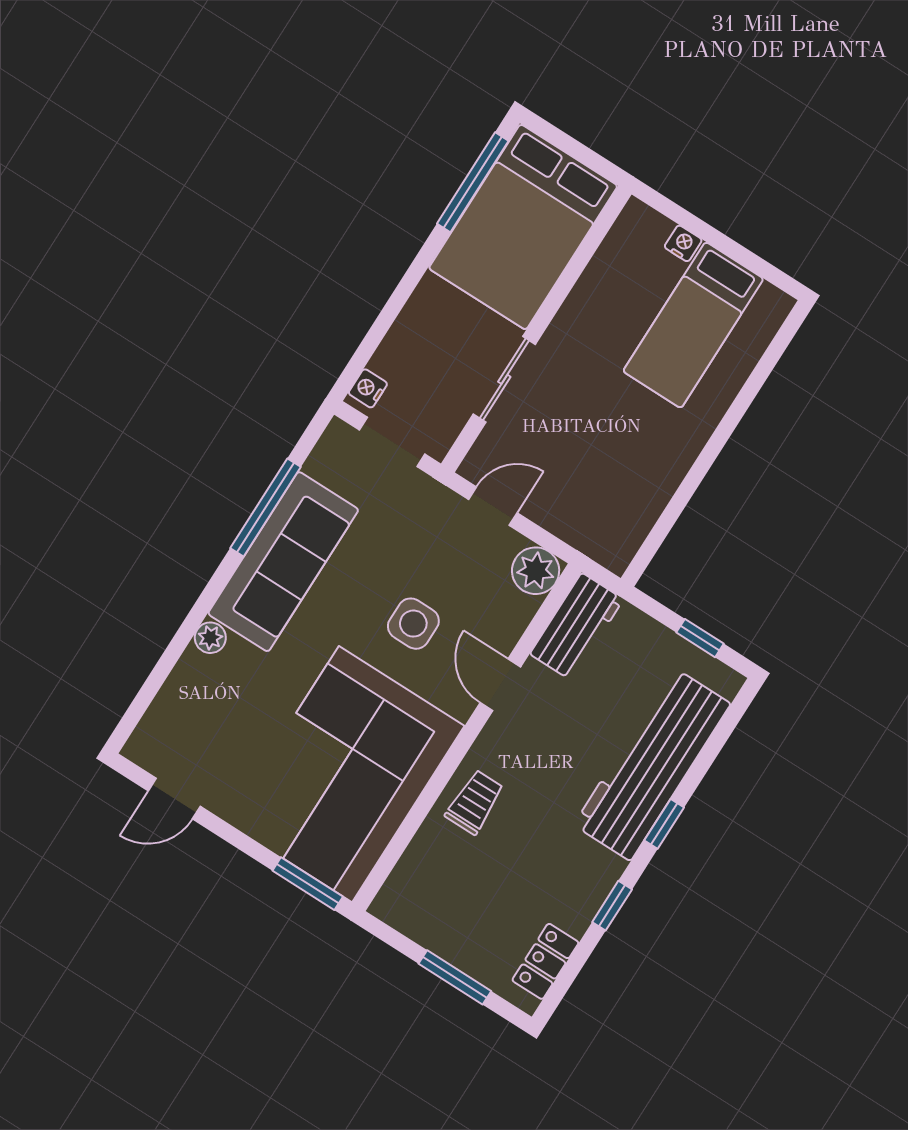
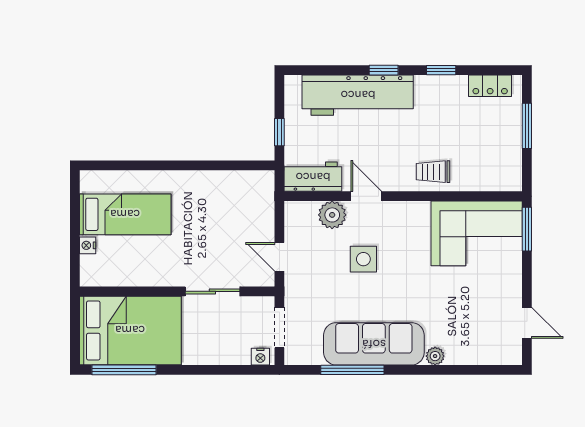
plant: (536, 571) -> (332, 215), moved
window: (700, 638) -> (279, 132), moved
door: (500, 685) -> (366, 196), swing flipped
corner sofa: (346, 774) -> (477, 233), width x0.73, depth x0.74

